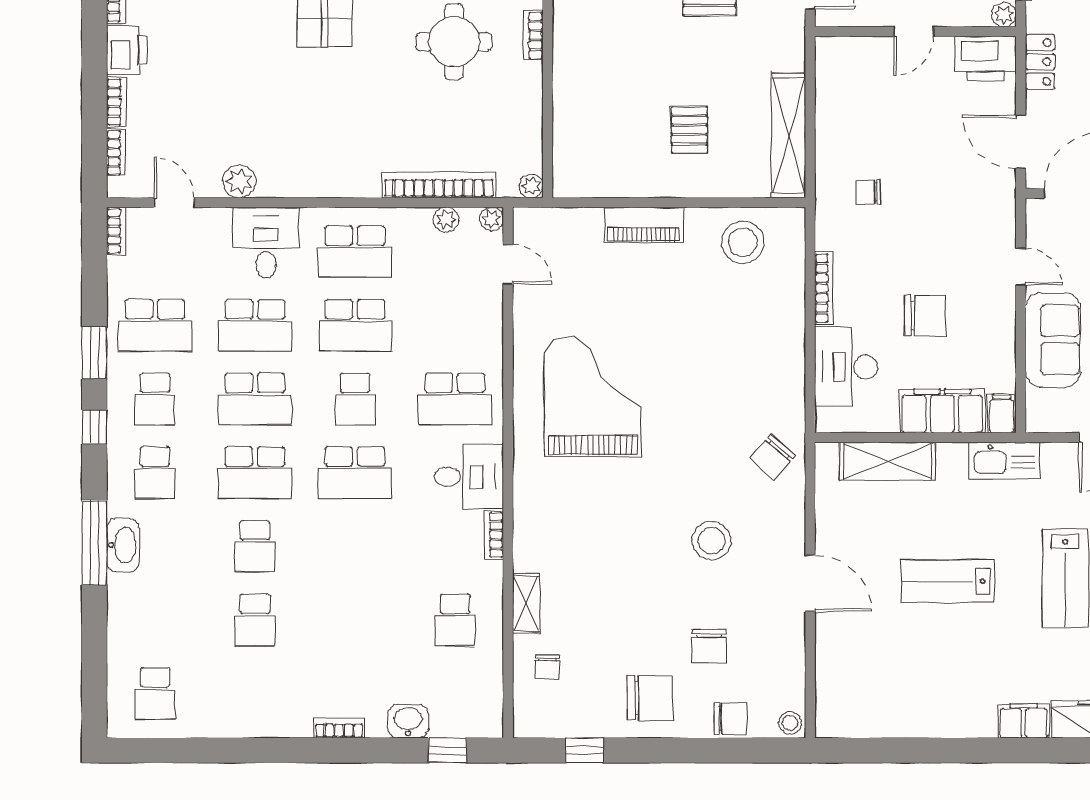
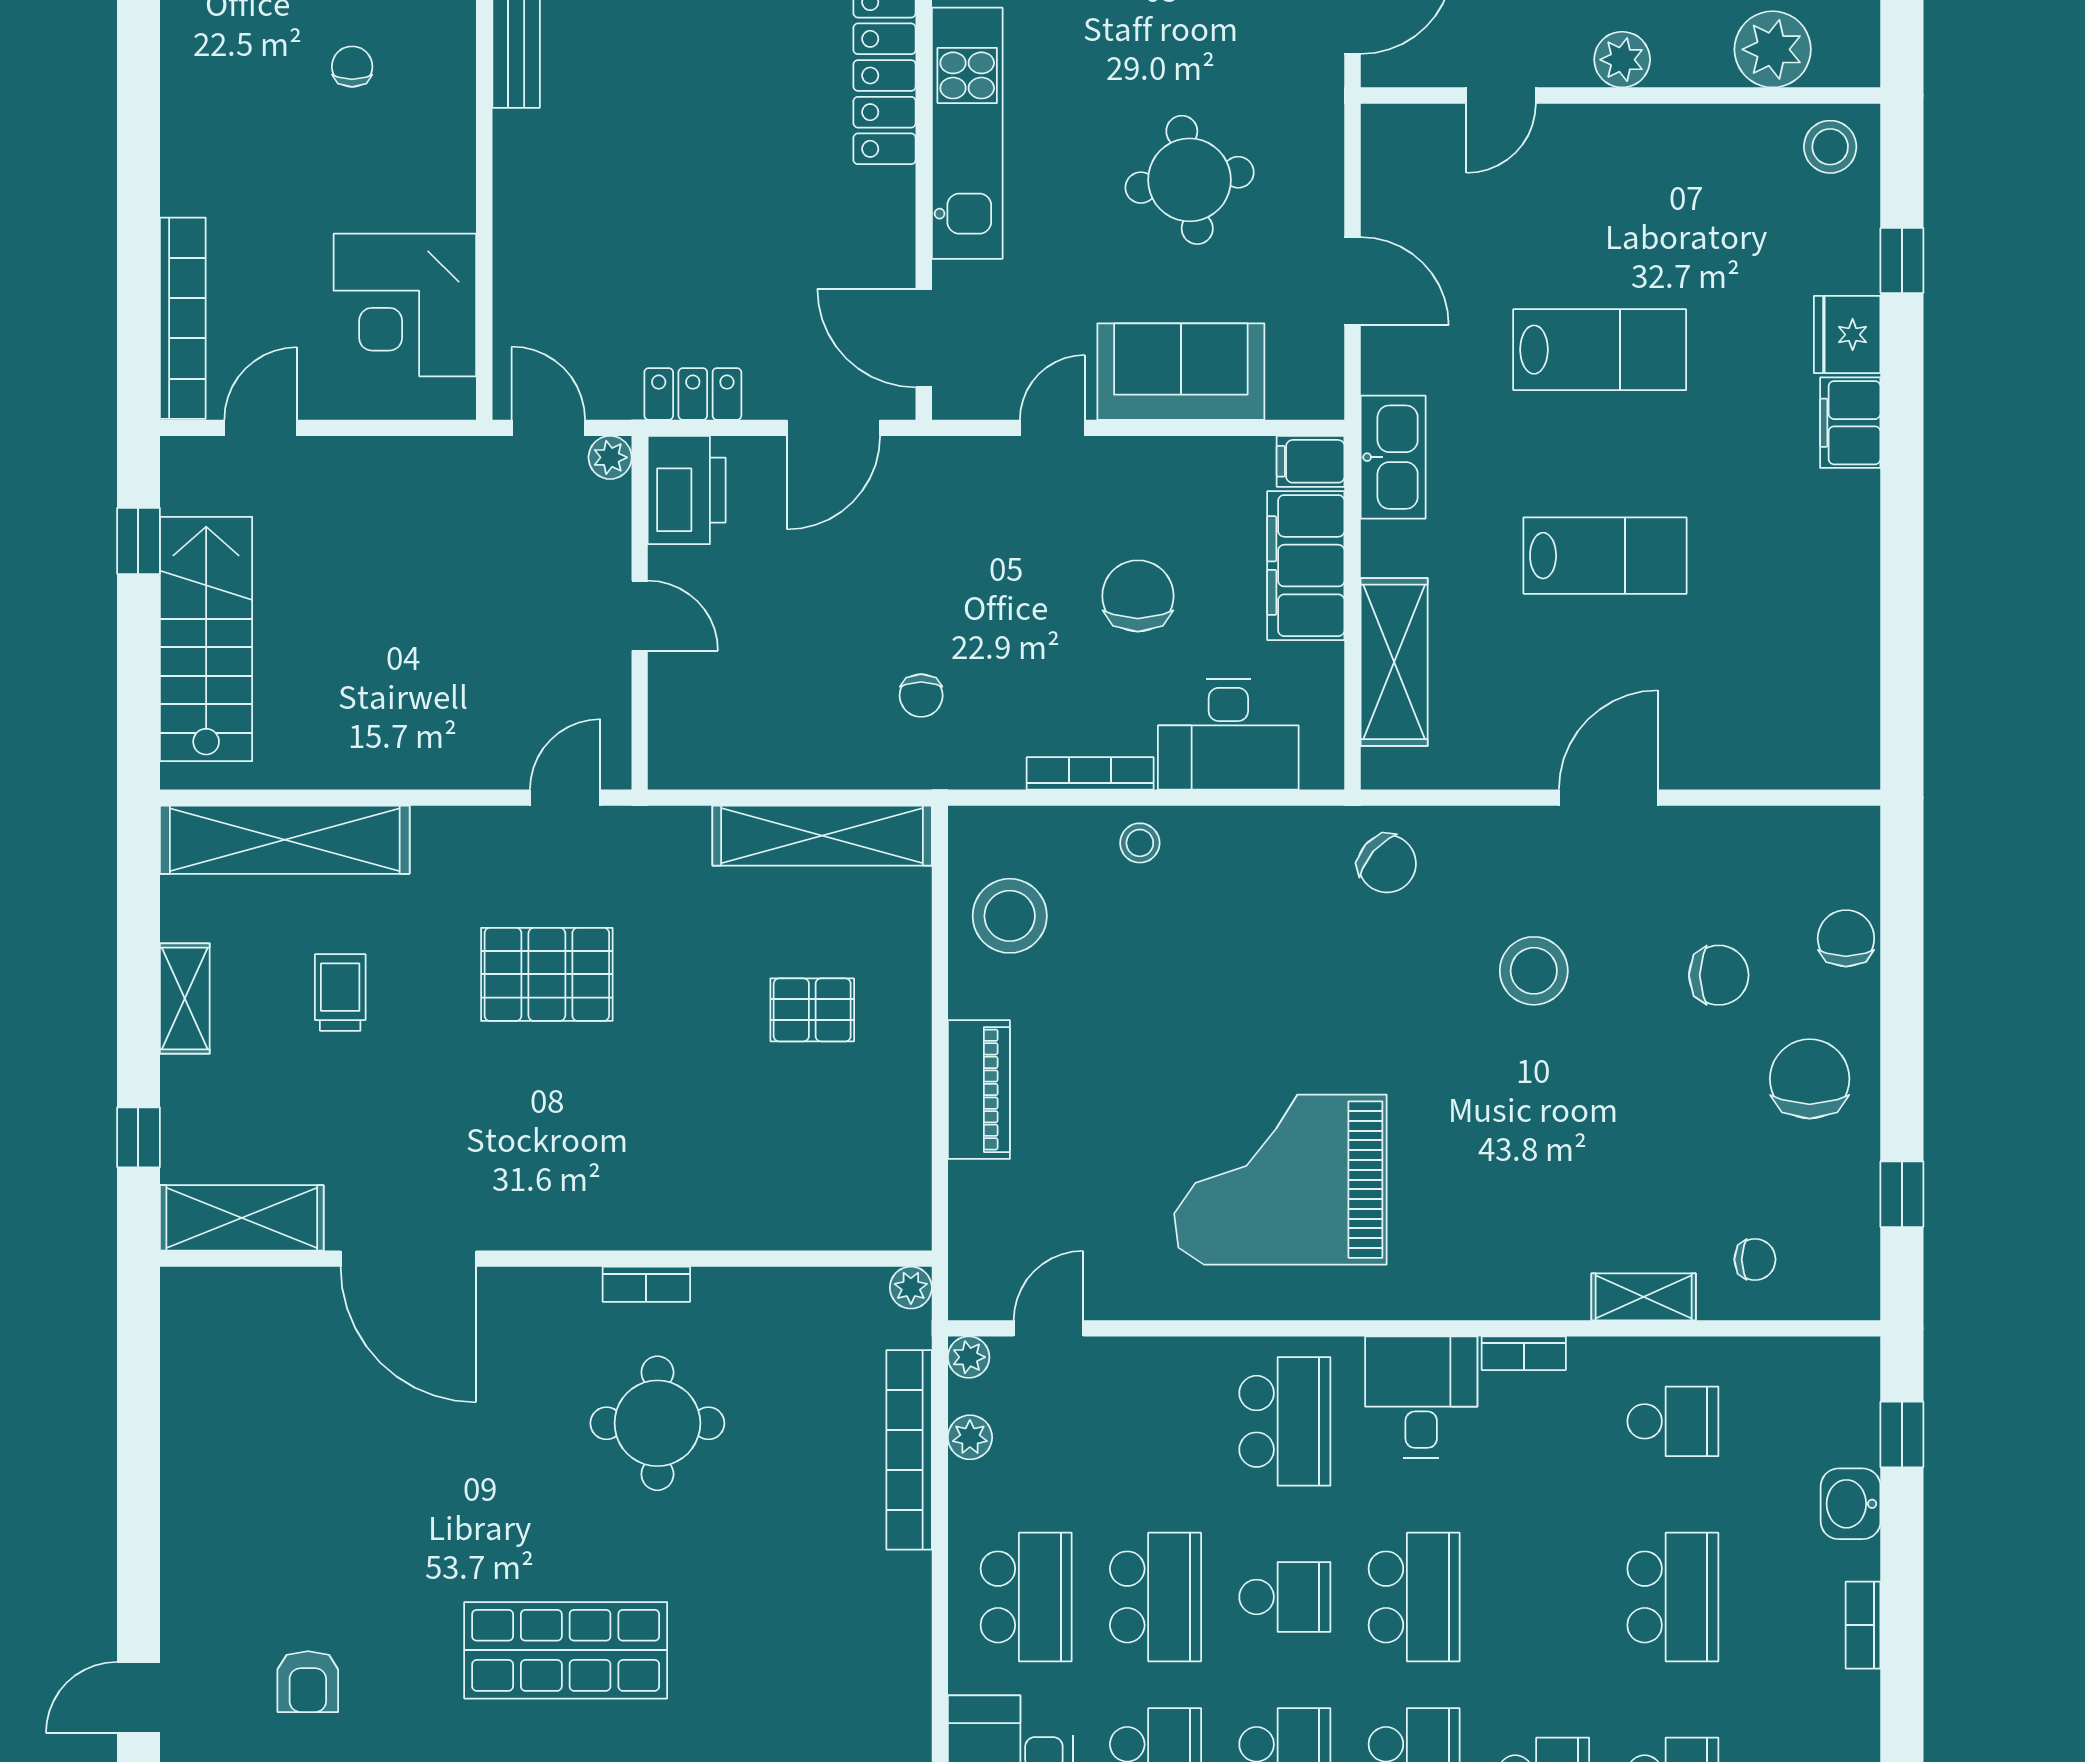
lab bench: (948, 581) -> (1605, 556), turned -90
school desk: (355, 620) -> (1673, 1597), added
stool: (790, 723) -> (1140, 843), moved

